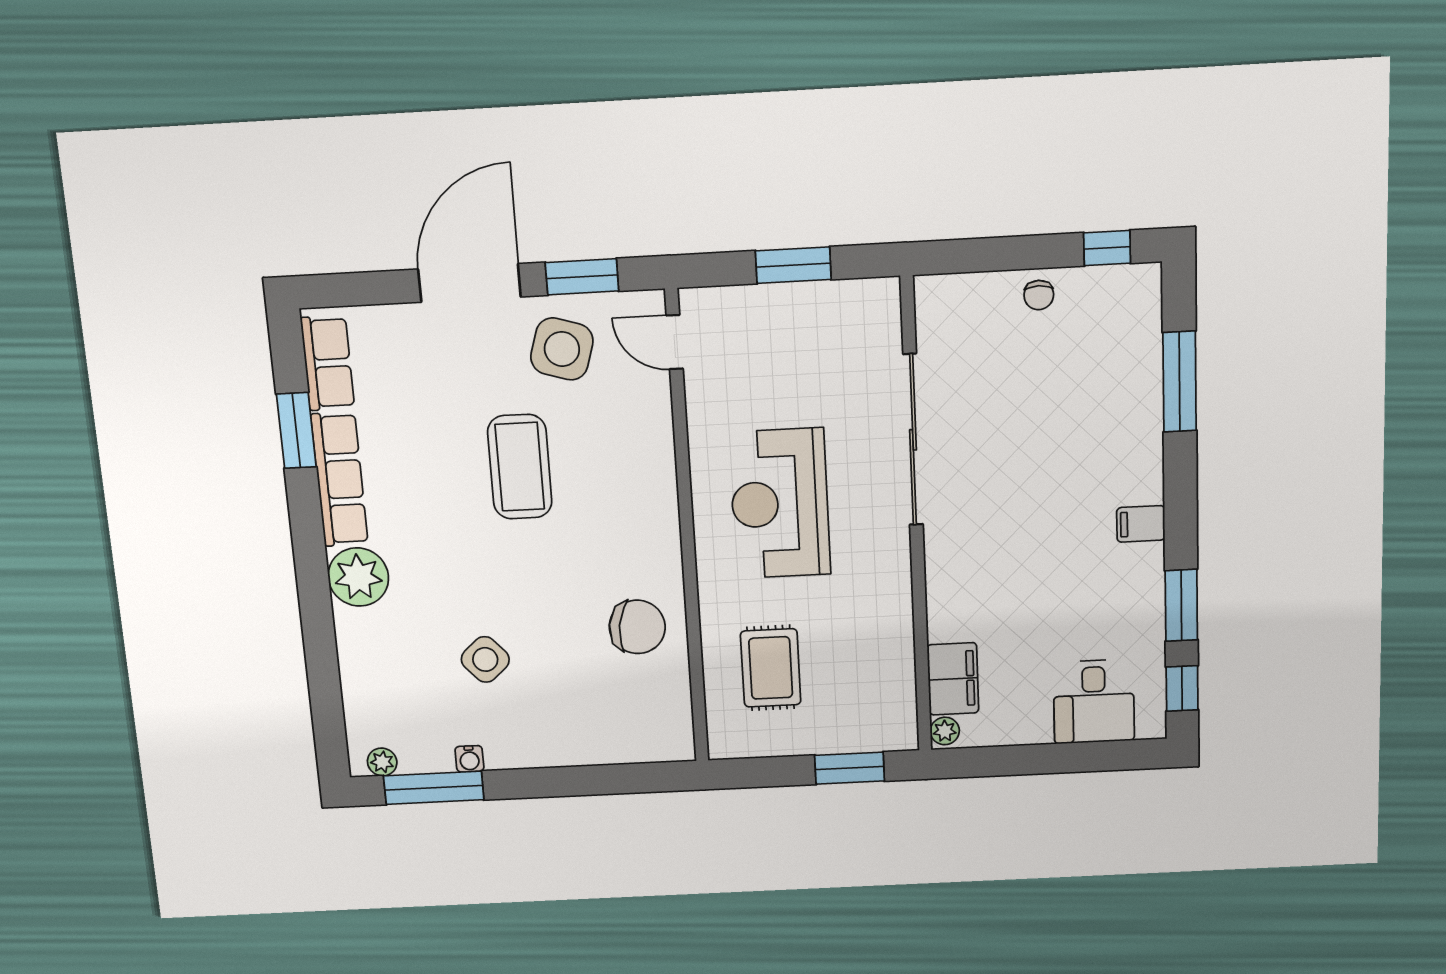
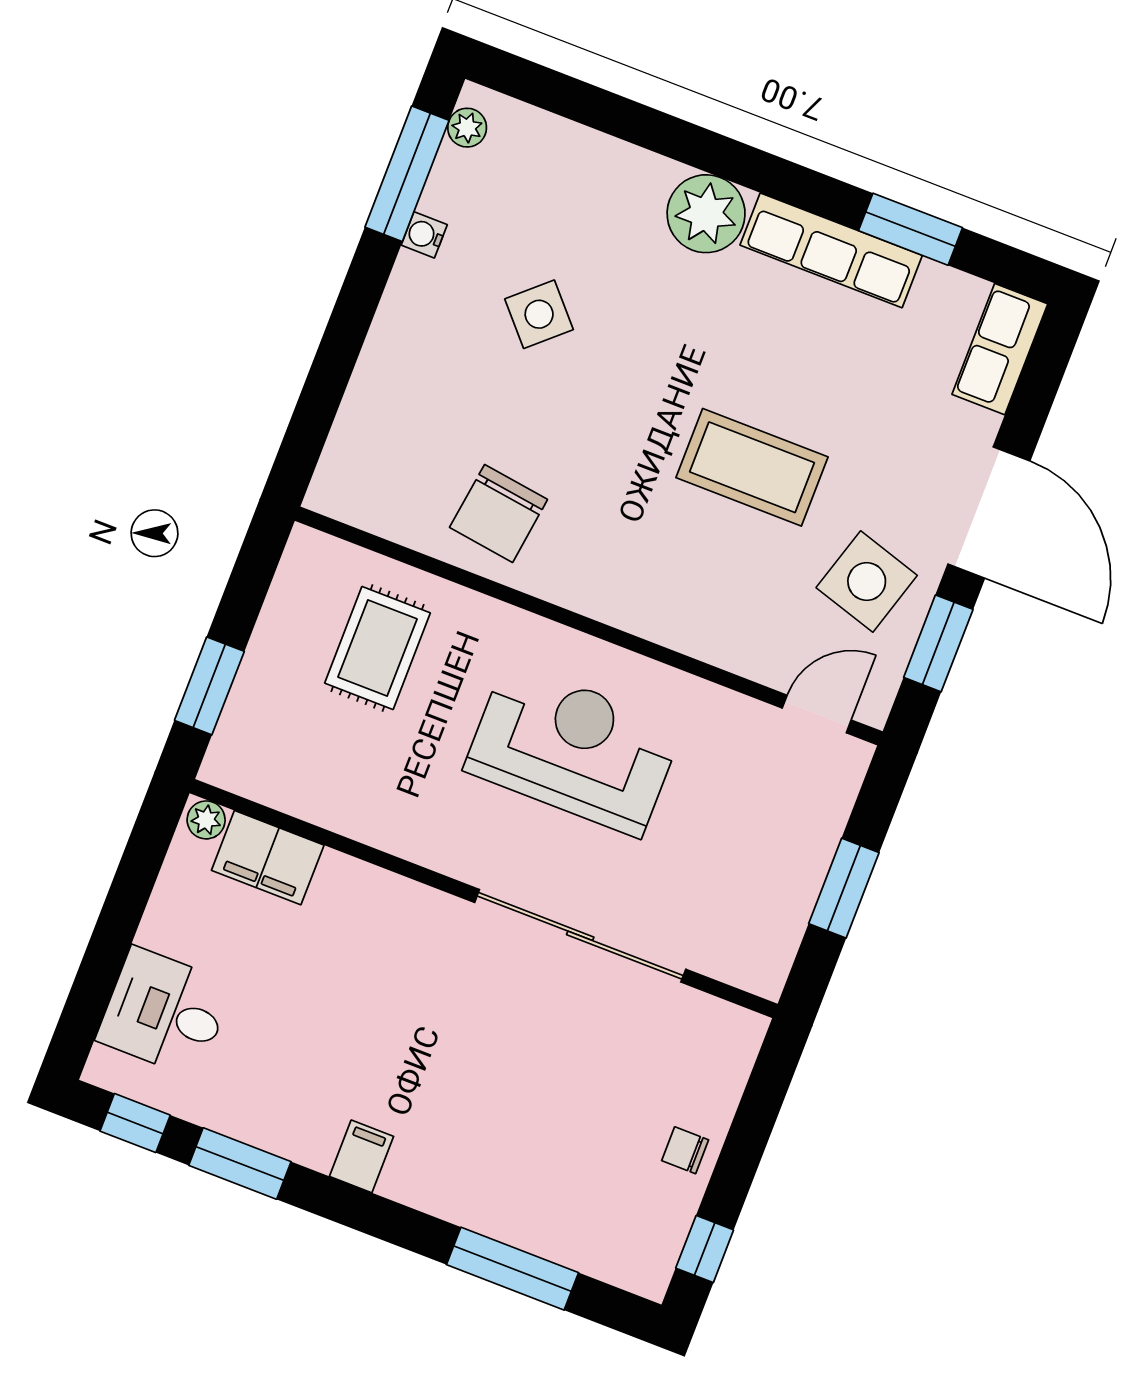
row of seats: (327, 363) -> (1000, 349), moved, turned 90
rug: (771, 668) -> (378, 648), turned 90

